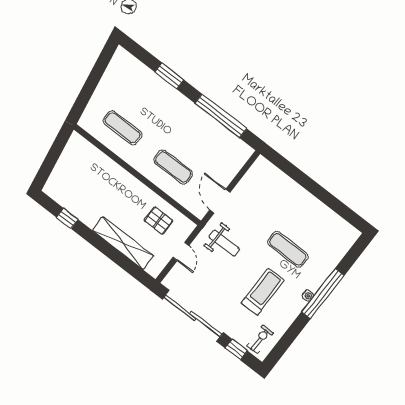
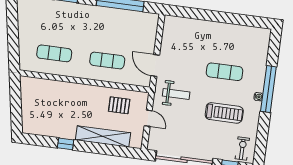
window: (67, 218) -> (66, 144), moved
treadmill: (263, 292) -> (224, 113), turned 90

